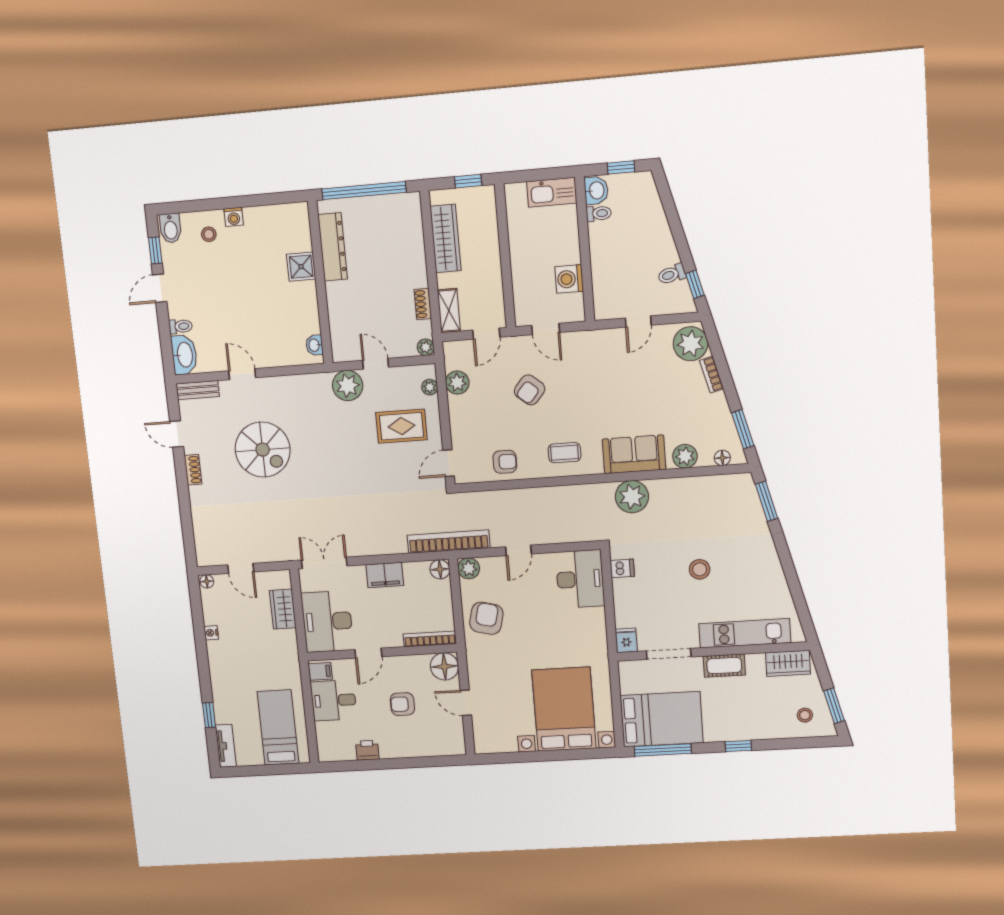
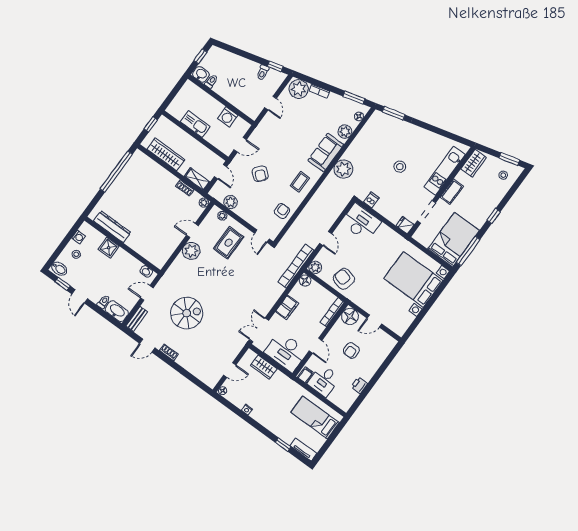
kitchen sink: (552, 192) -> (195, 124), moved, turned -90
dresser: (333, 247) -> (112, 227), moved
shower: (301, 267) -> (109, 248), moved
wall: (320, 283) -> (122, 245), moved
washbasin: (314, 345) -> (146, 271), moved

